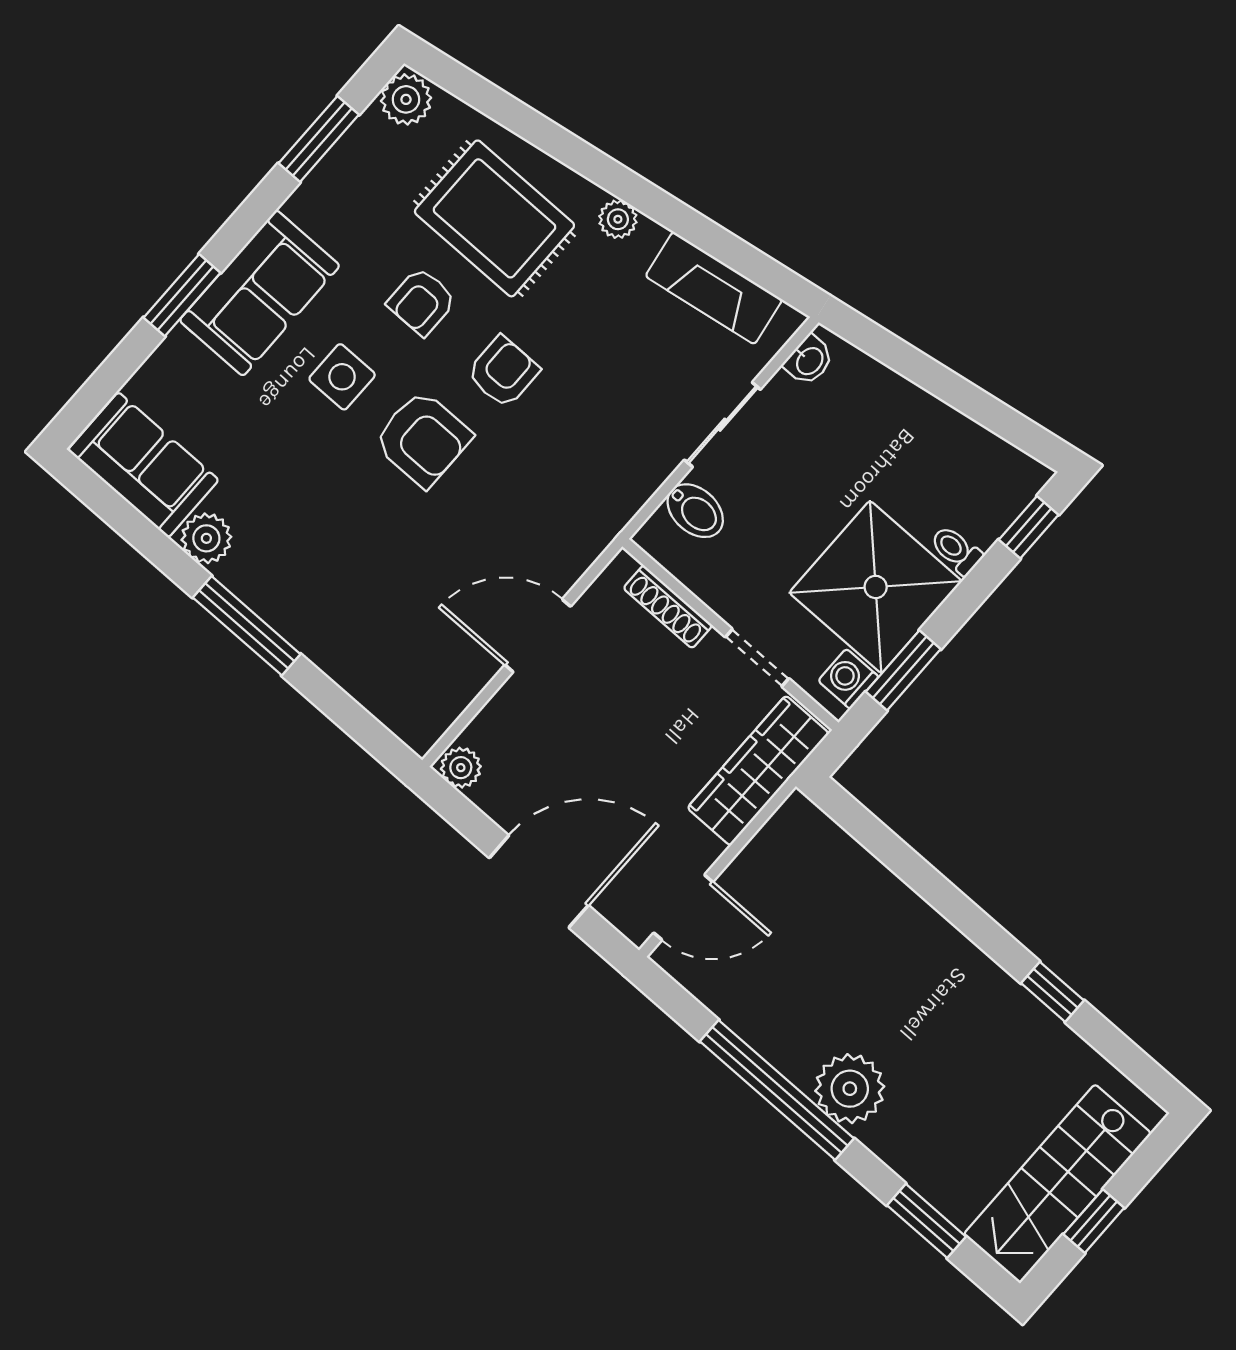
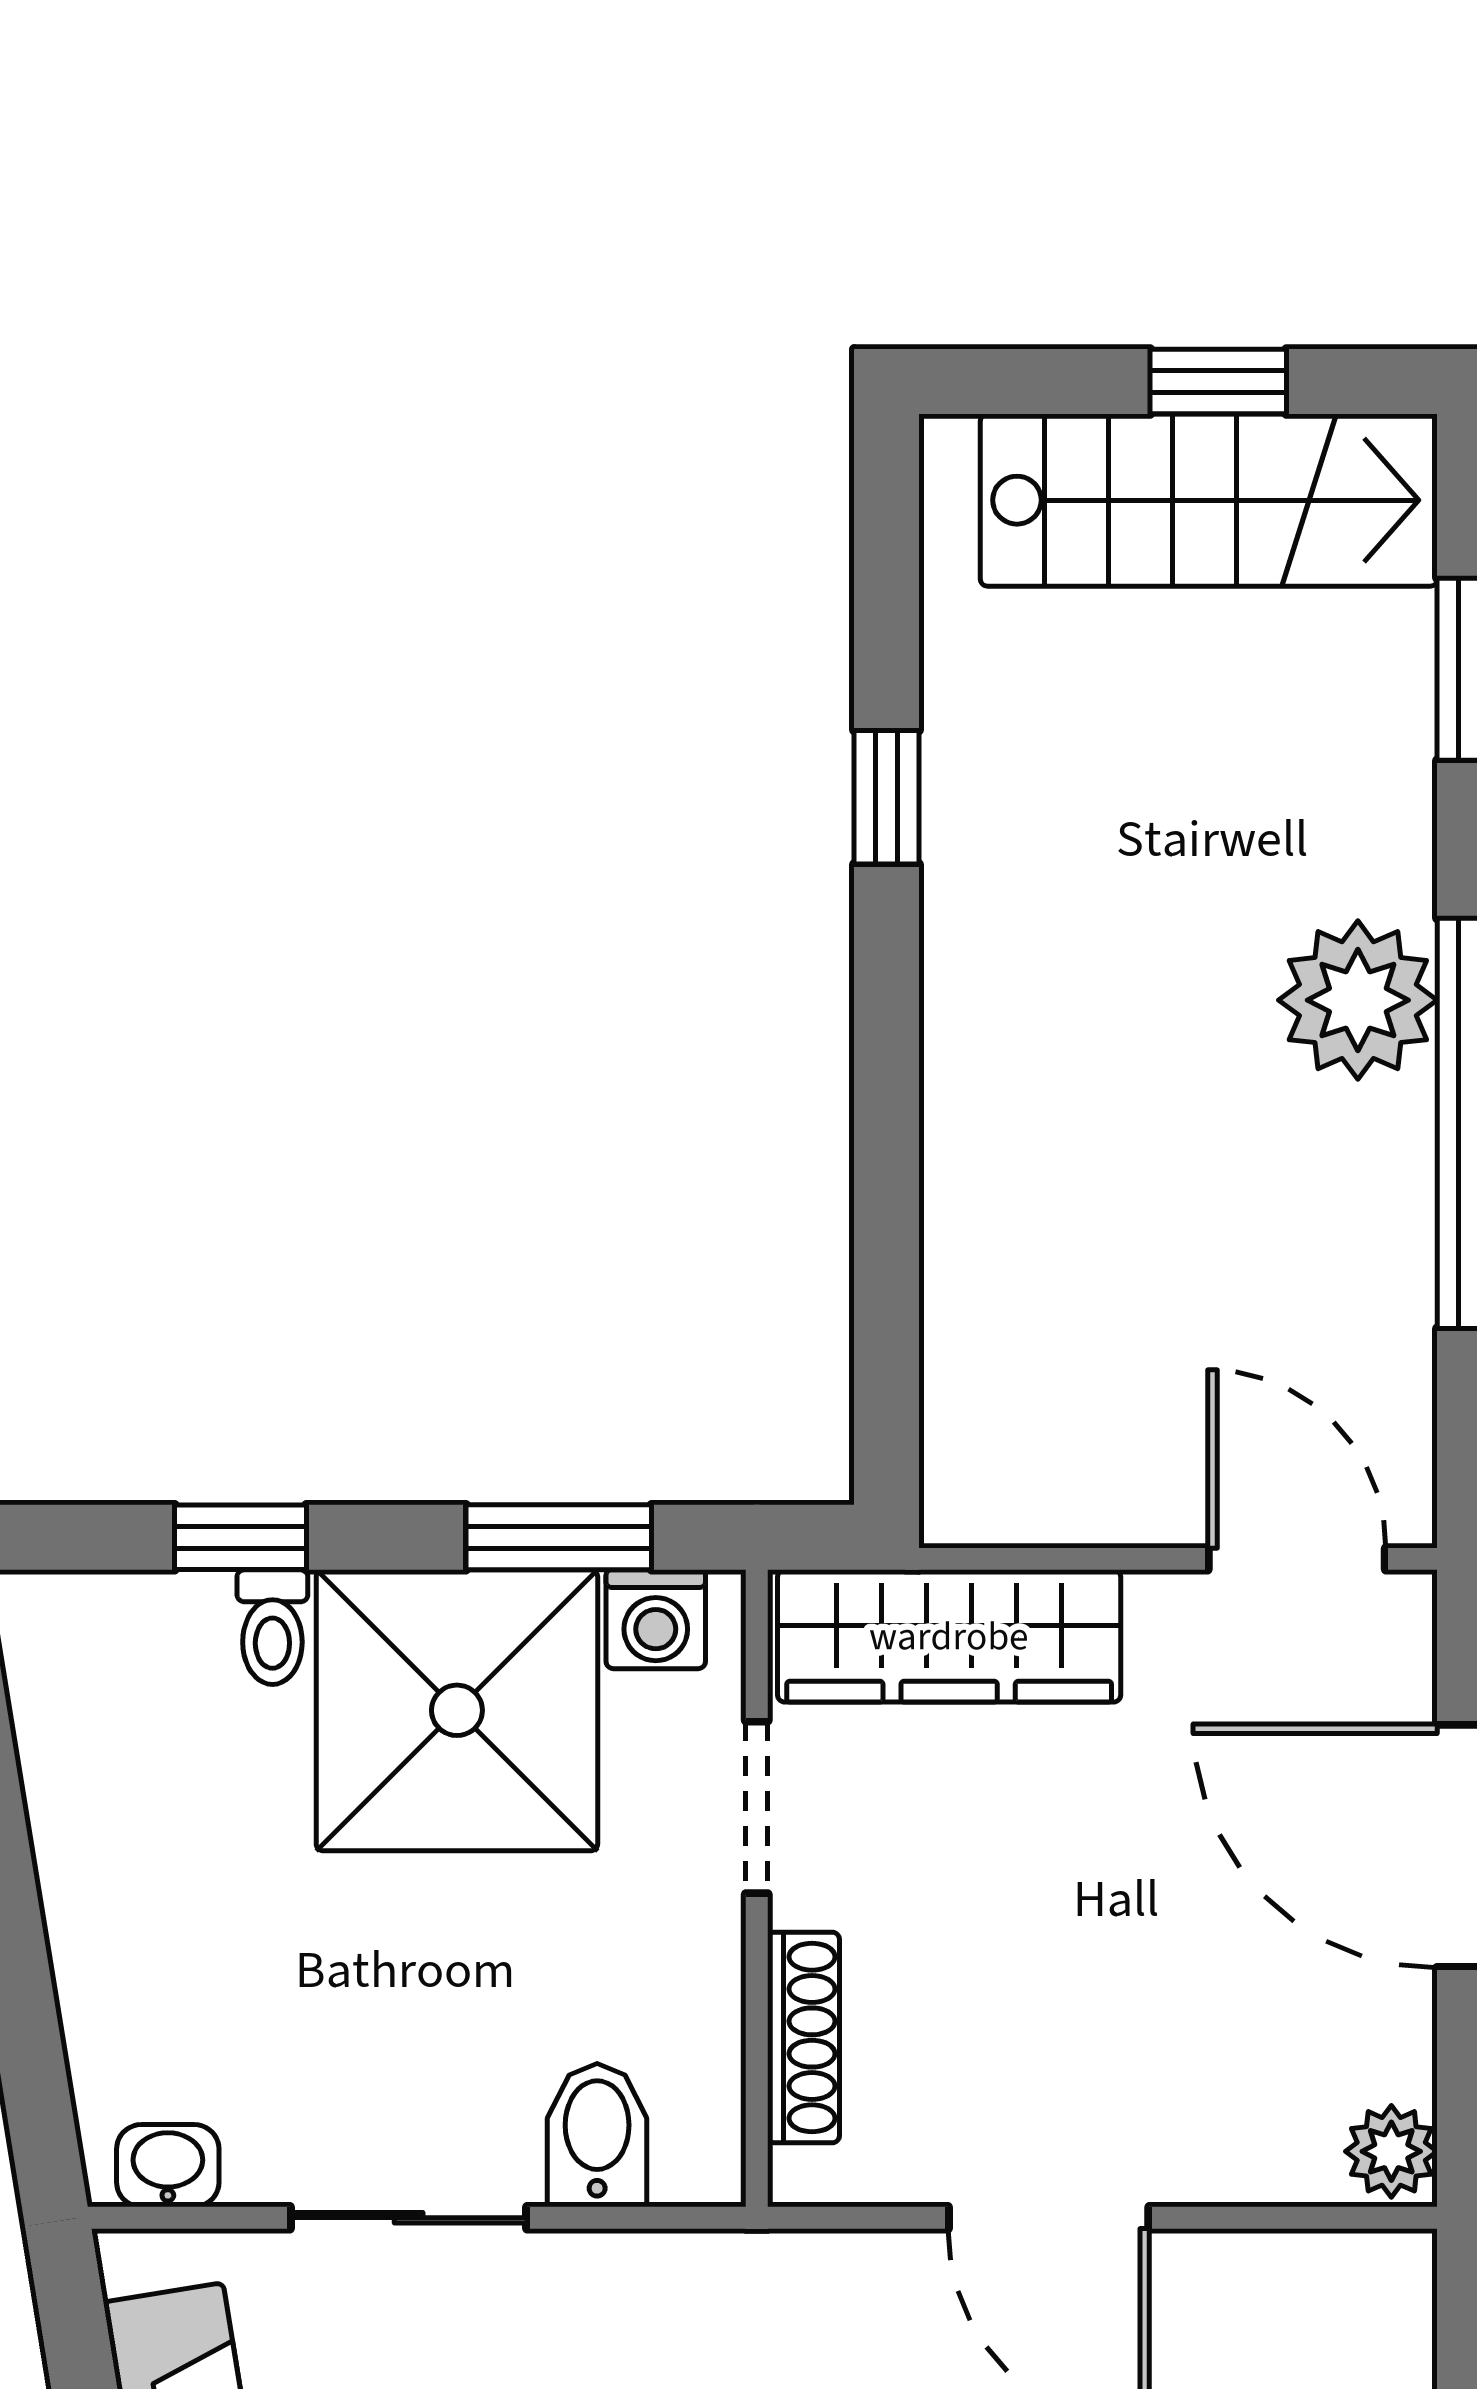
window: (1029, 527) -> (240, 1537), moved

